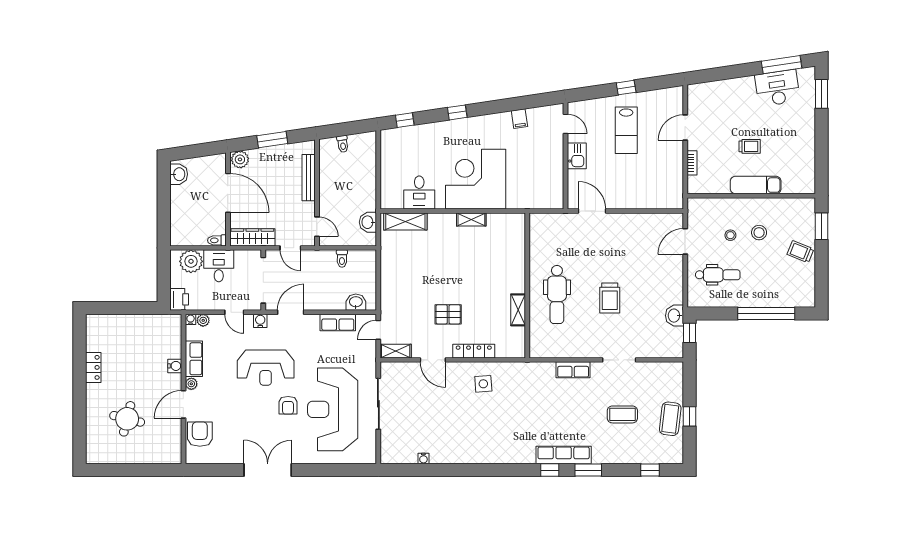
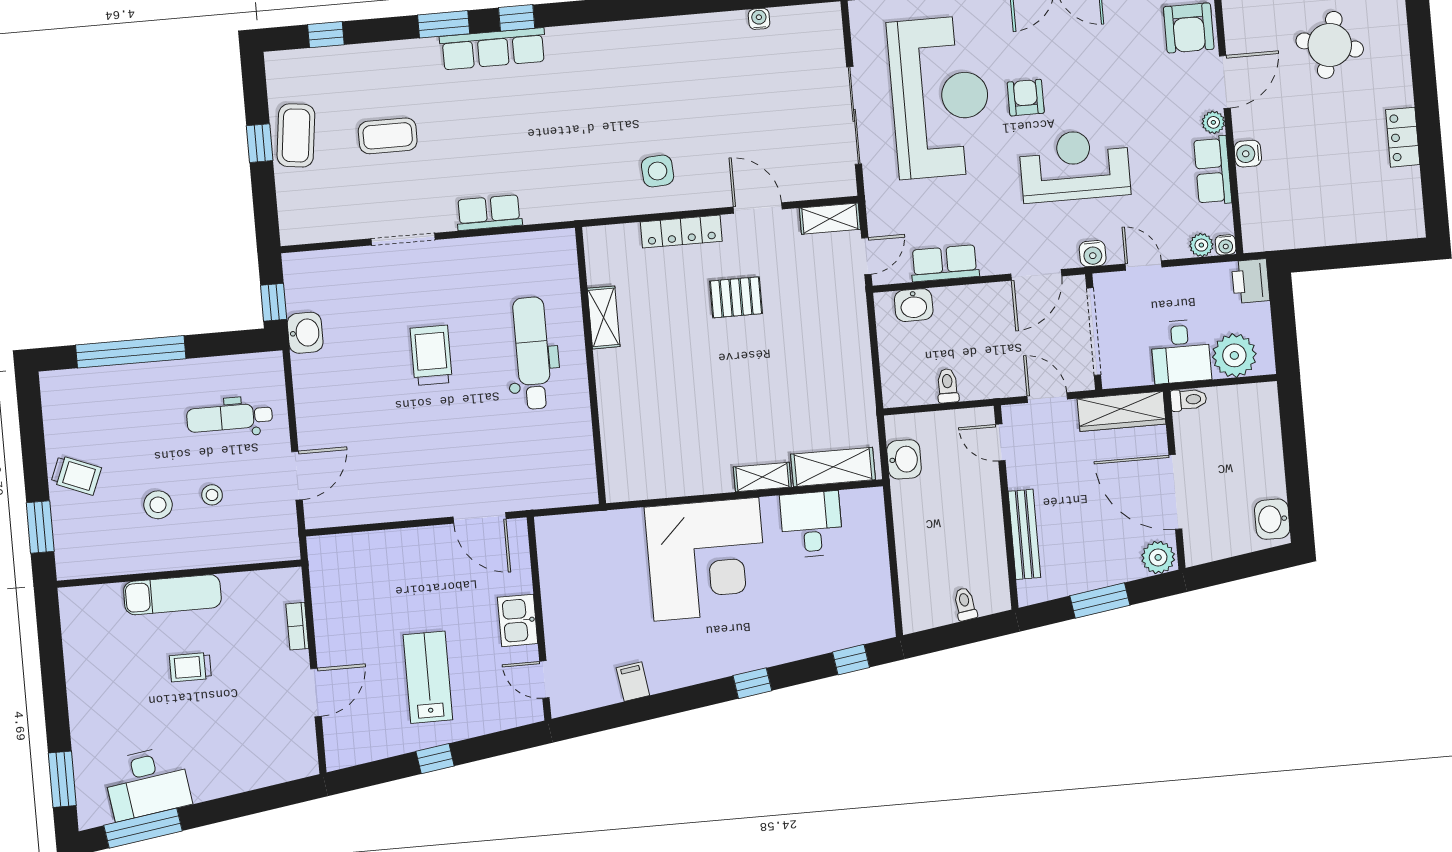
shelving: (471, 219) -> (762, 477), moved

